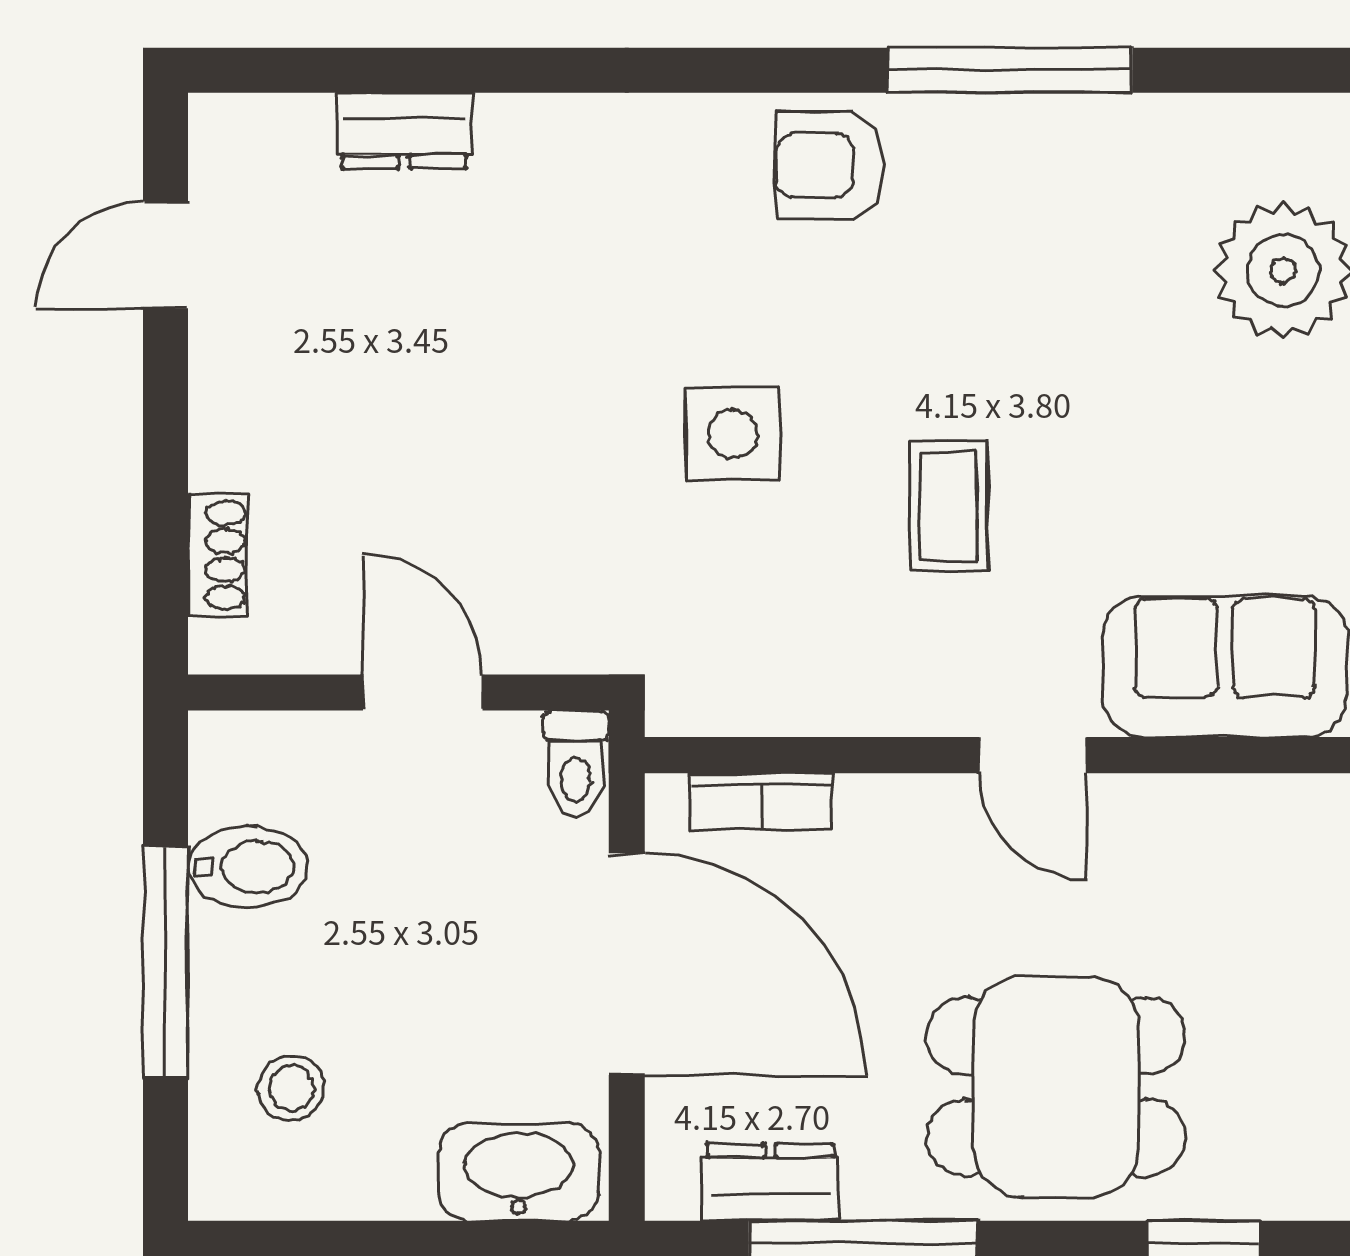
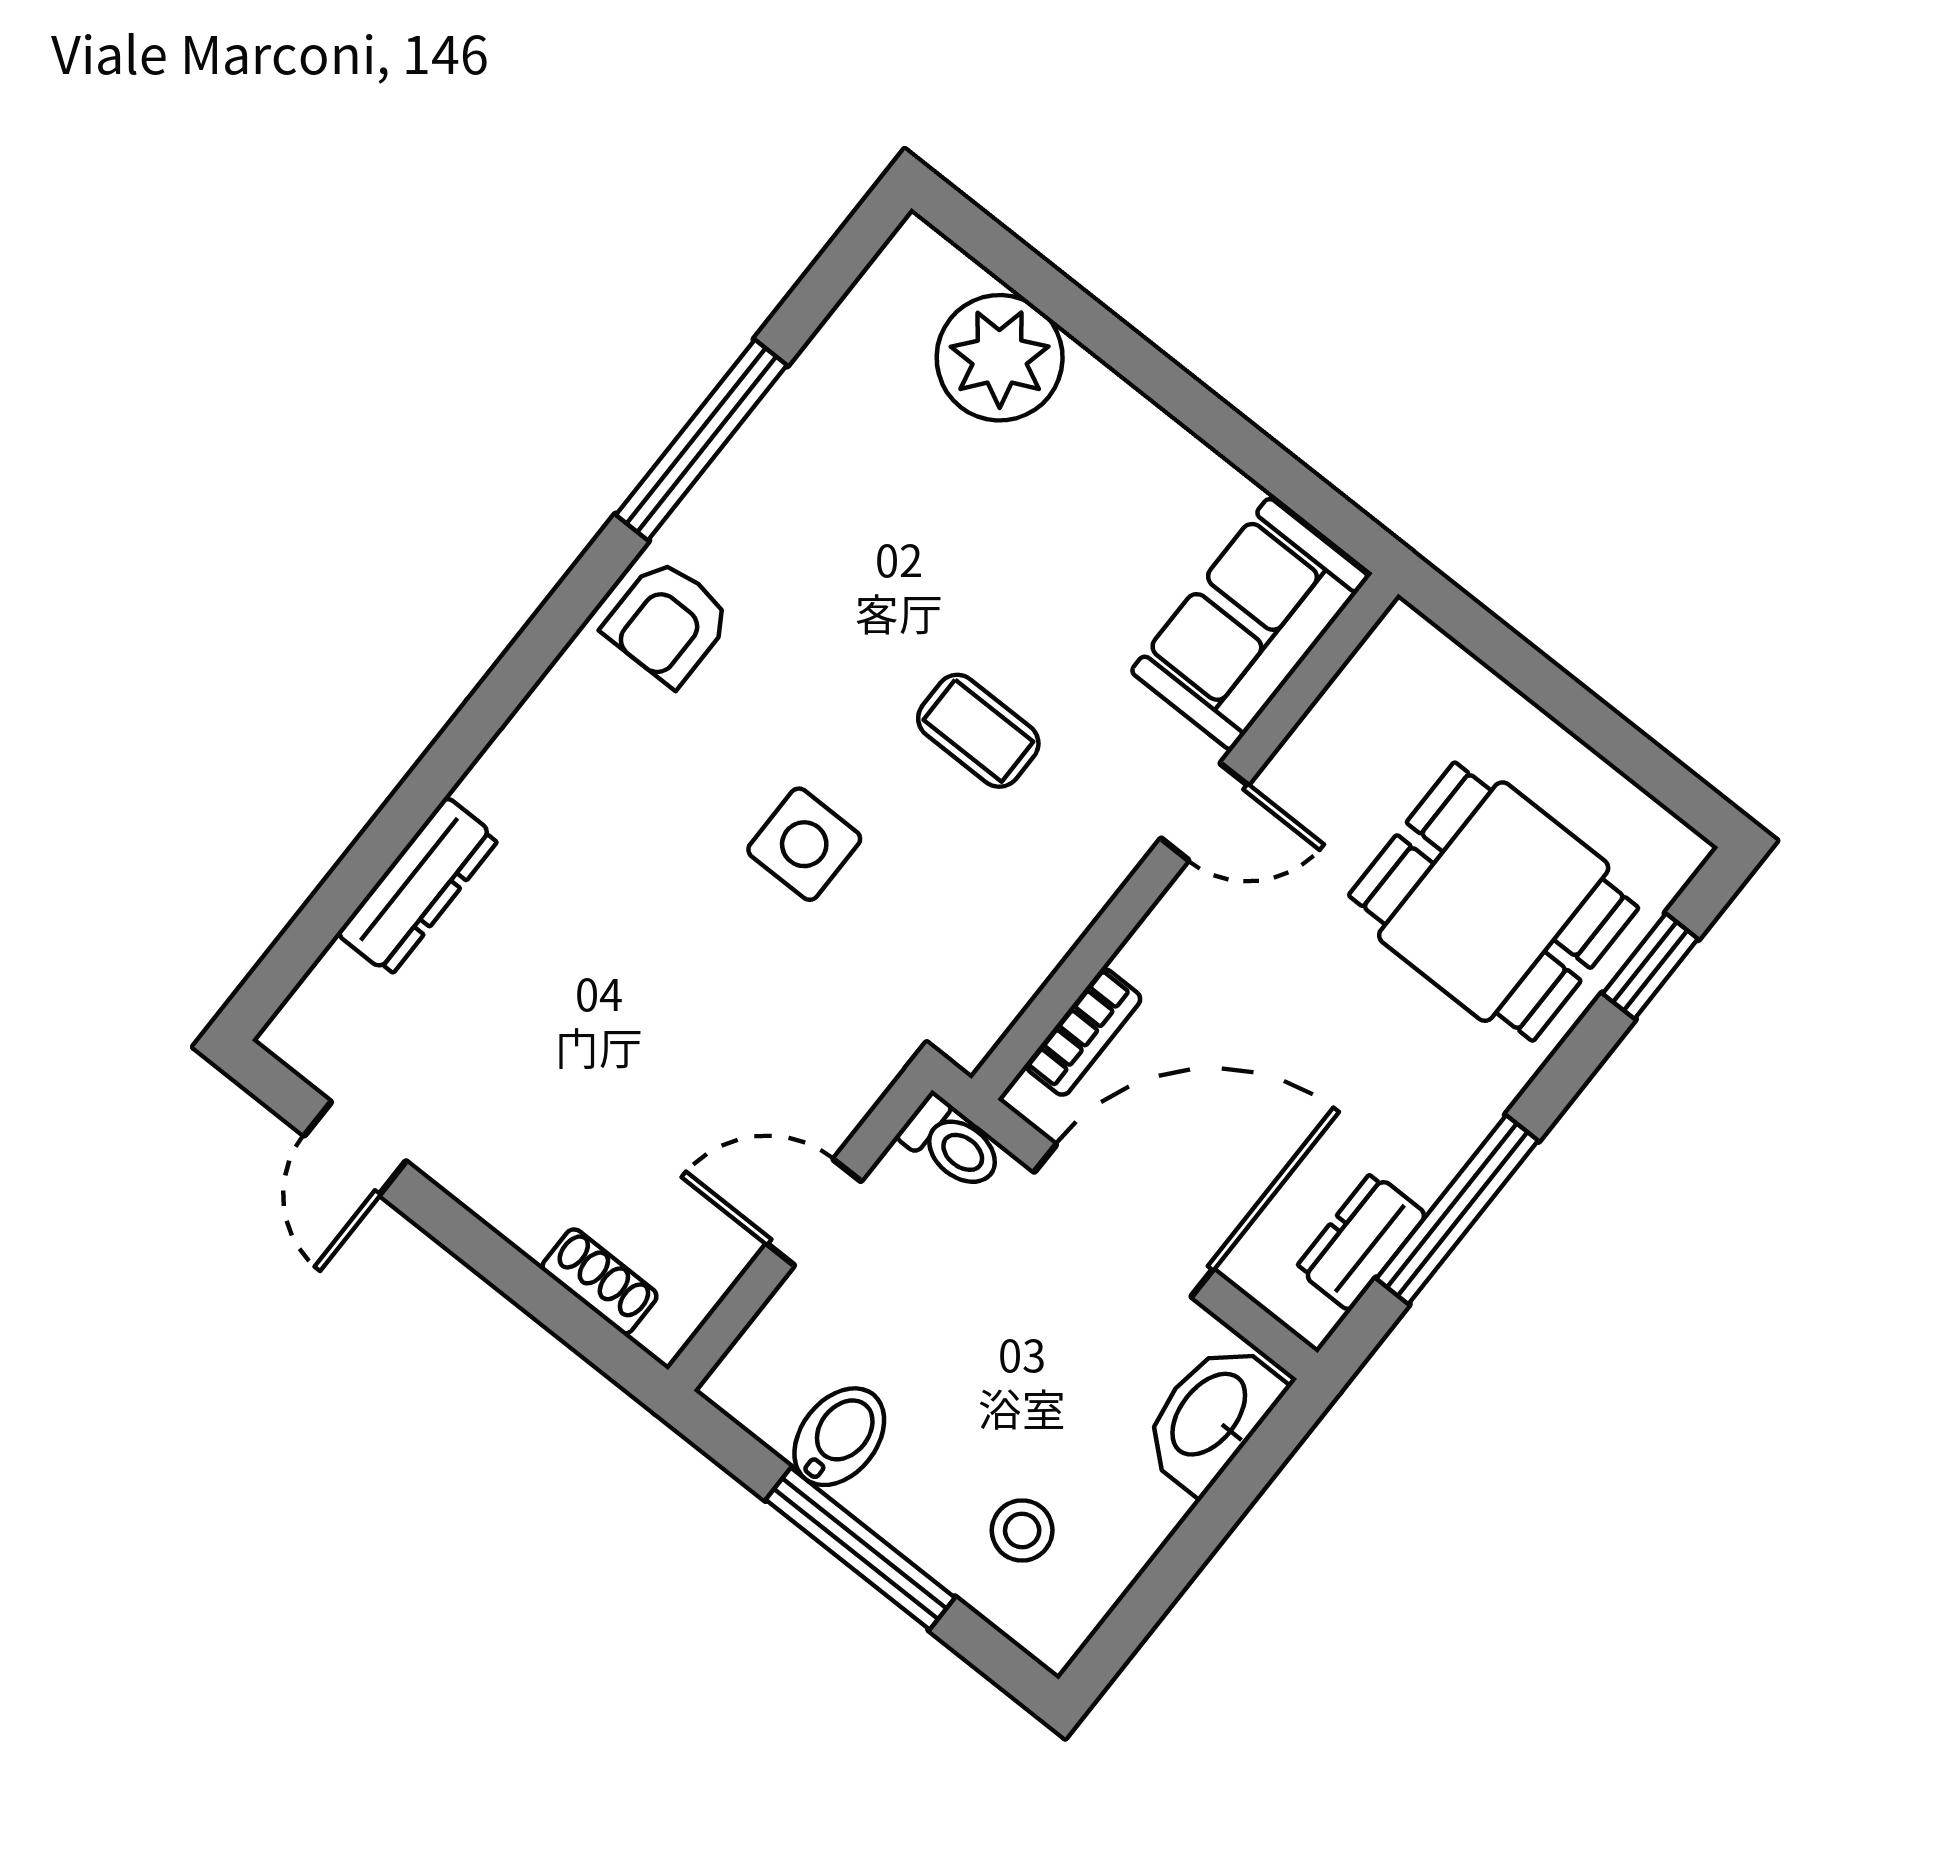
dresser: (404, 130) -> (418, 886), width x1.44
dining table: (1056, 1087) -> (1494, 902), moved, turned 90

